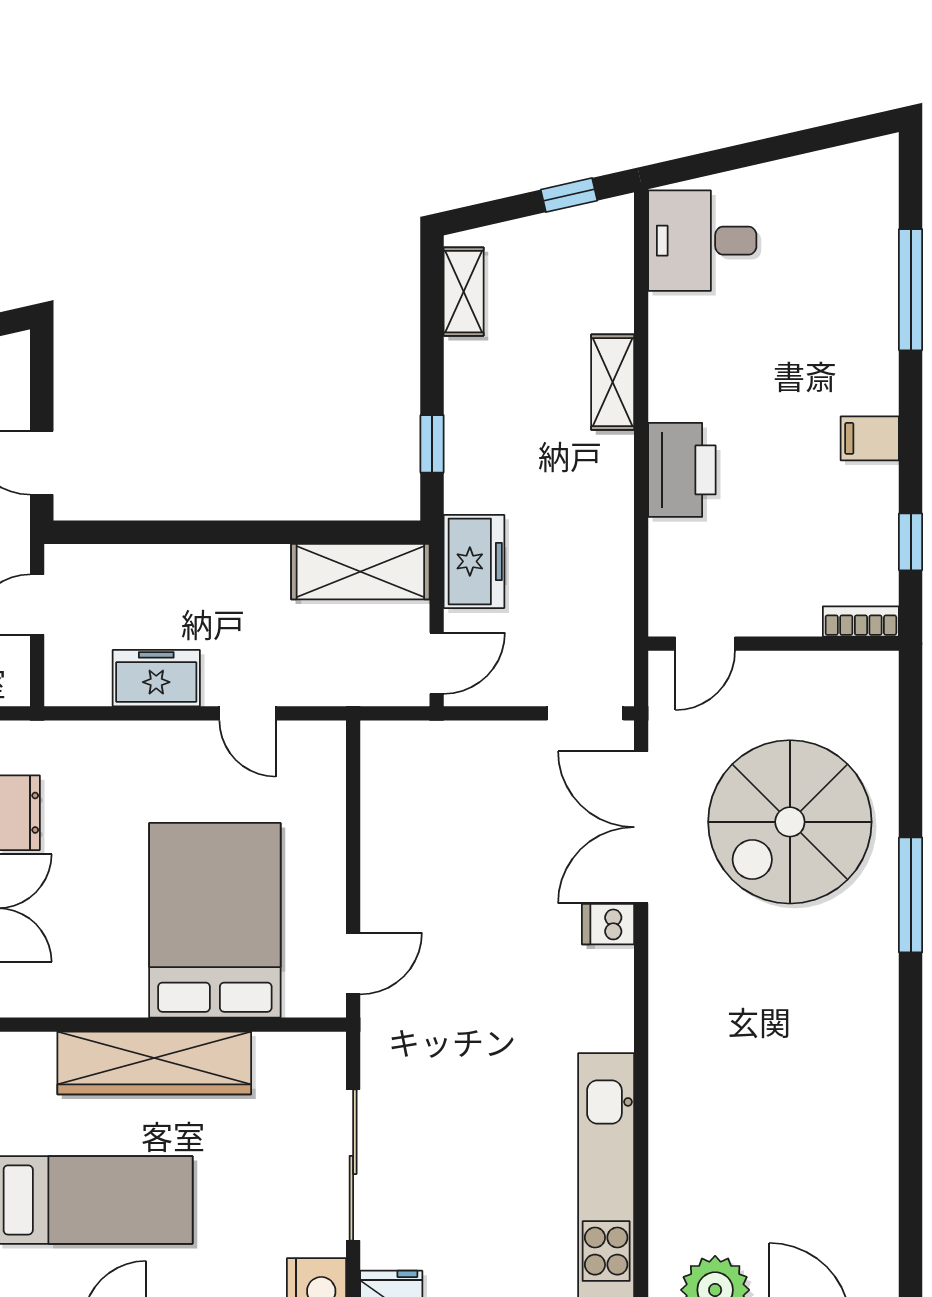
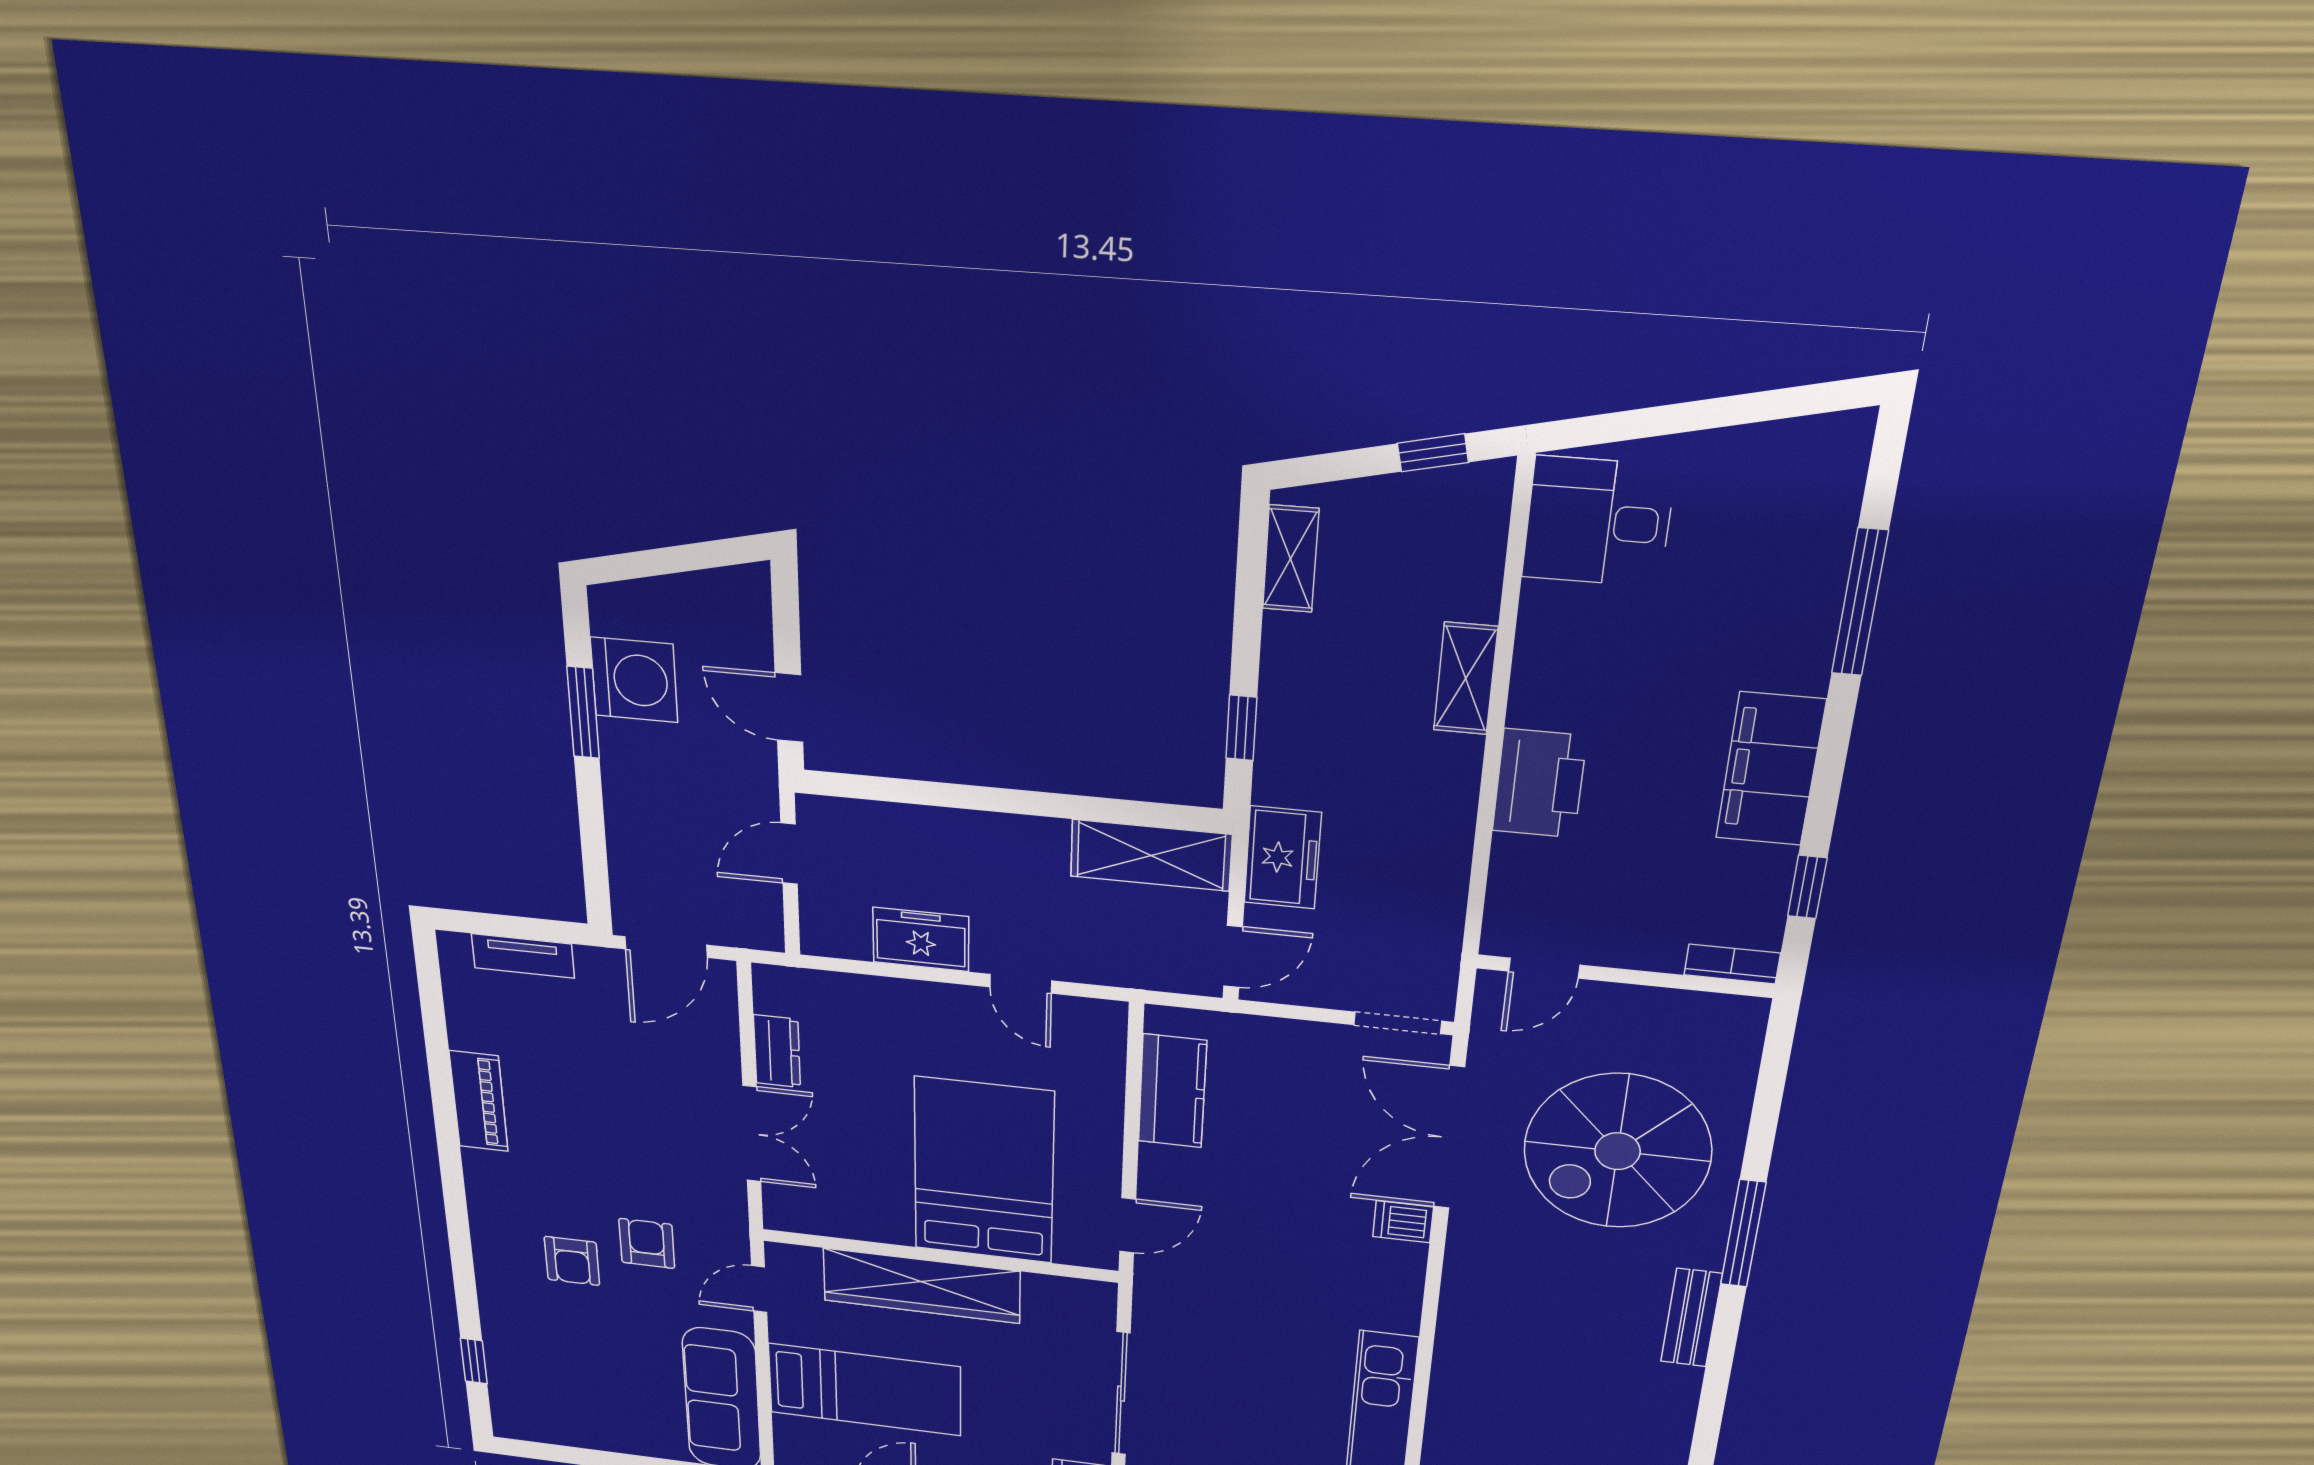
filing cabinet: (870, 438) -> (1771, 769), width x3.00, depth x1.17
kitchen counter: (389, 809) -> (1172, 1091), added
bench: (878, 994) -> (1691, 1318), added

